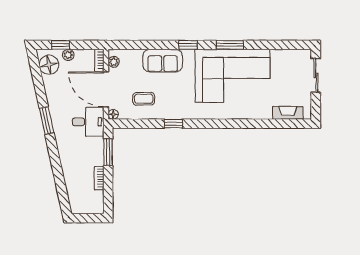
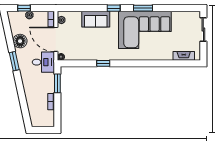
floor lamp: (49, 65) -> (20, 41), moved
coffee table: (144, 99) -> (82, 46), removed

